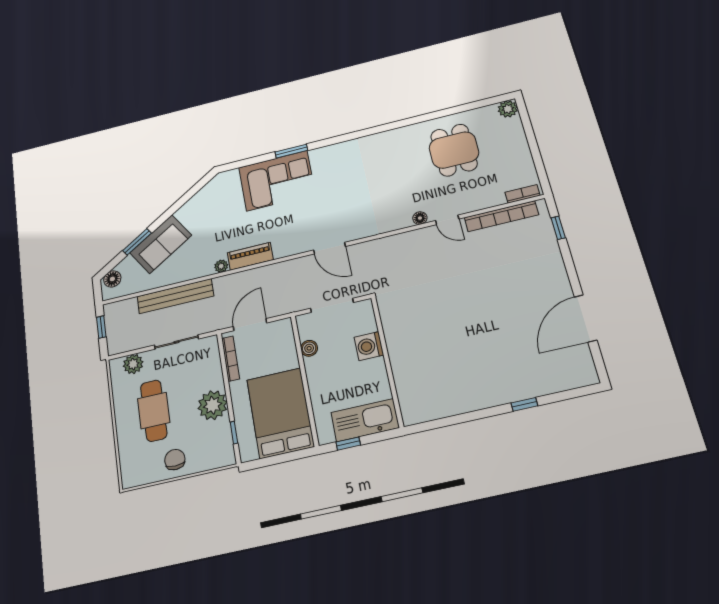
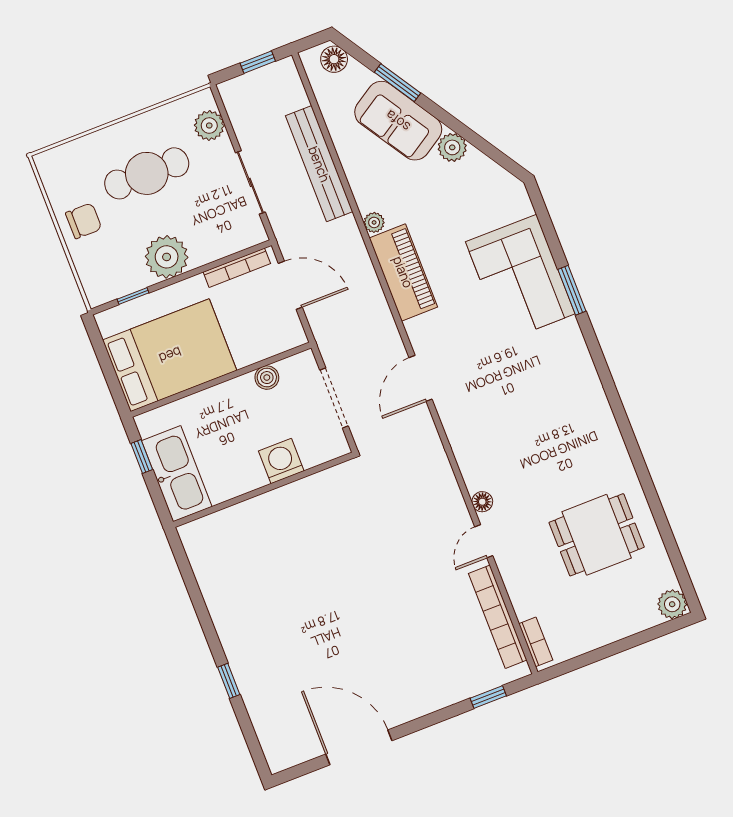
plant: (186, 213) -> (452, 147), added
piano: (250, 256) -> (403, 272), width x1.37, depth x1.33

